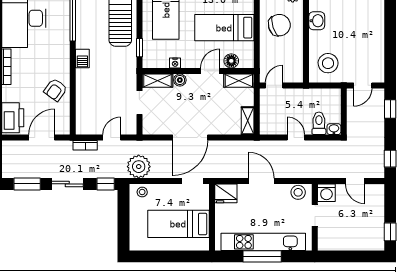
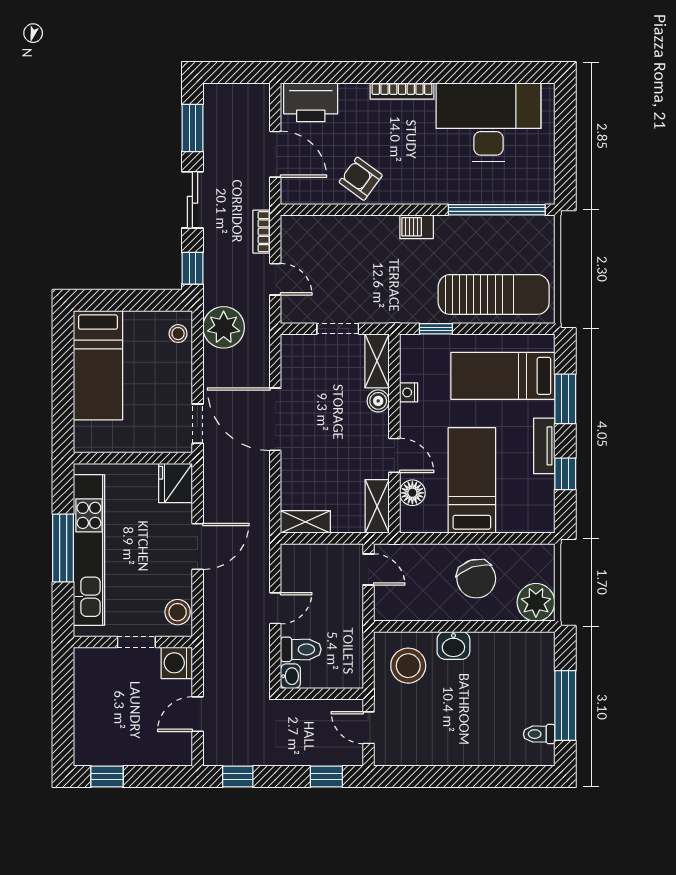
washbasin: (317, 21) -> (453, 645), moved
bed: (178, 224) -> (98, 365), moved, turned 180

